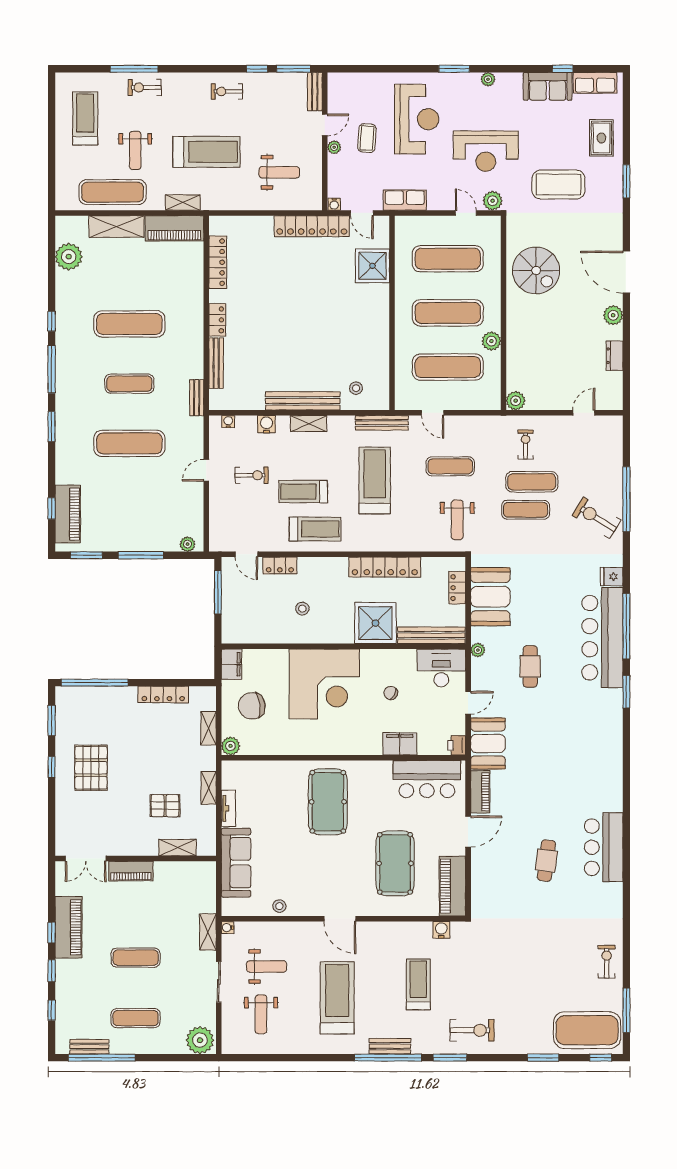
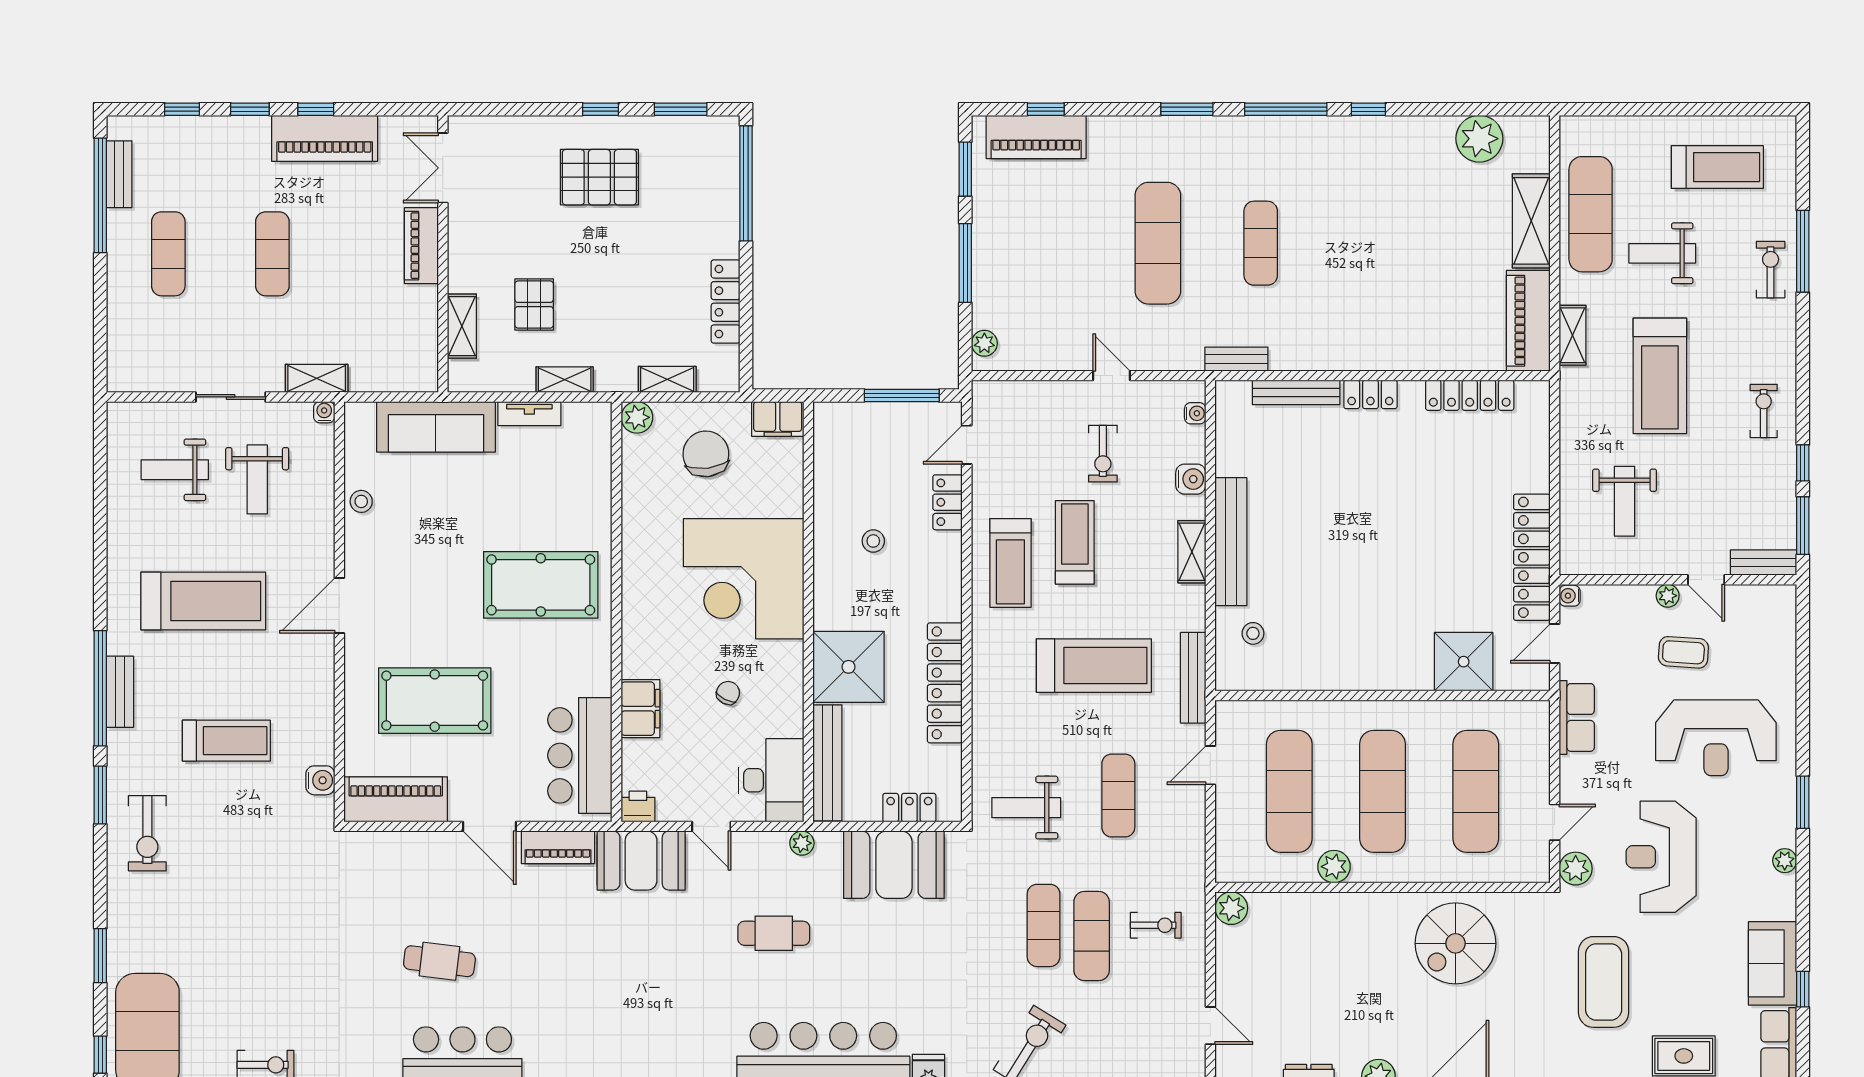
exercise mat: (129, 324) -> (1364, 243), removed
plant: (200, 1040) -> (130, 365), removed

